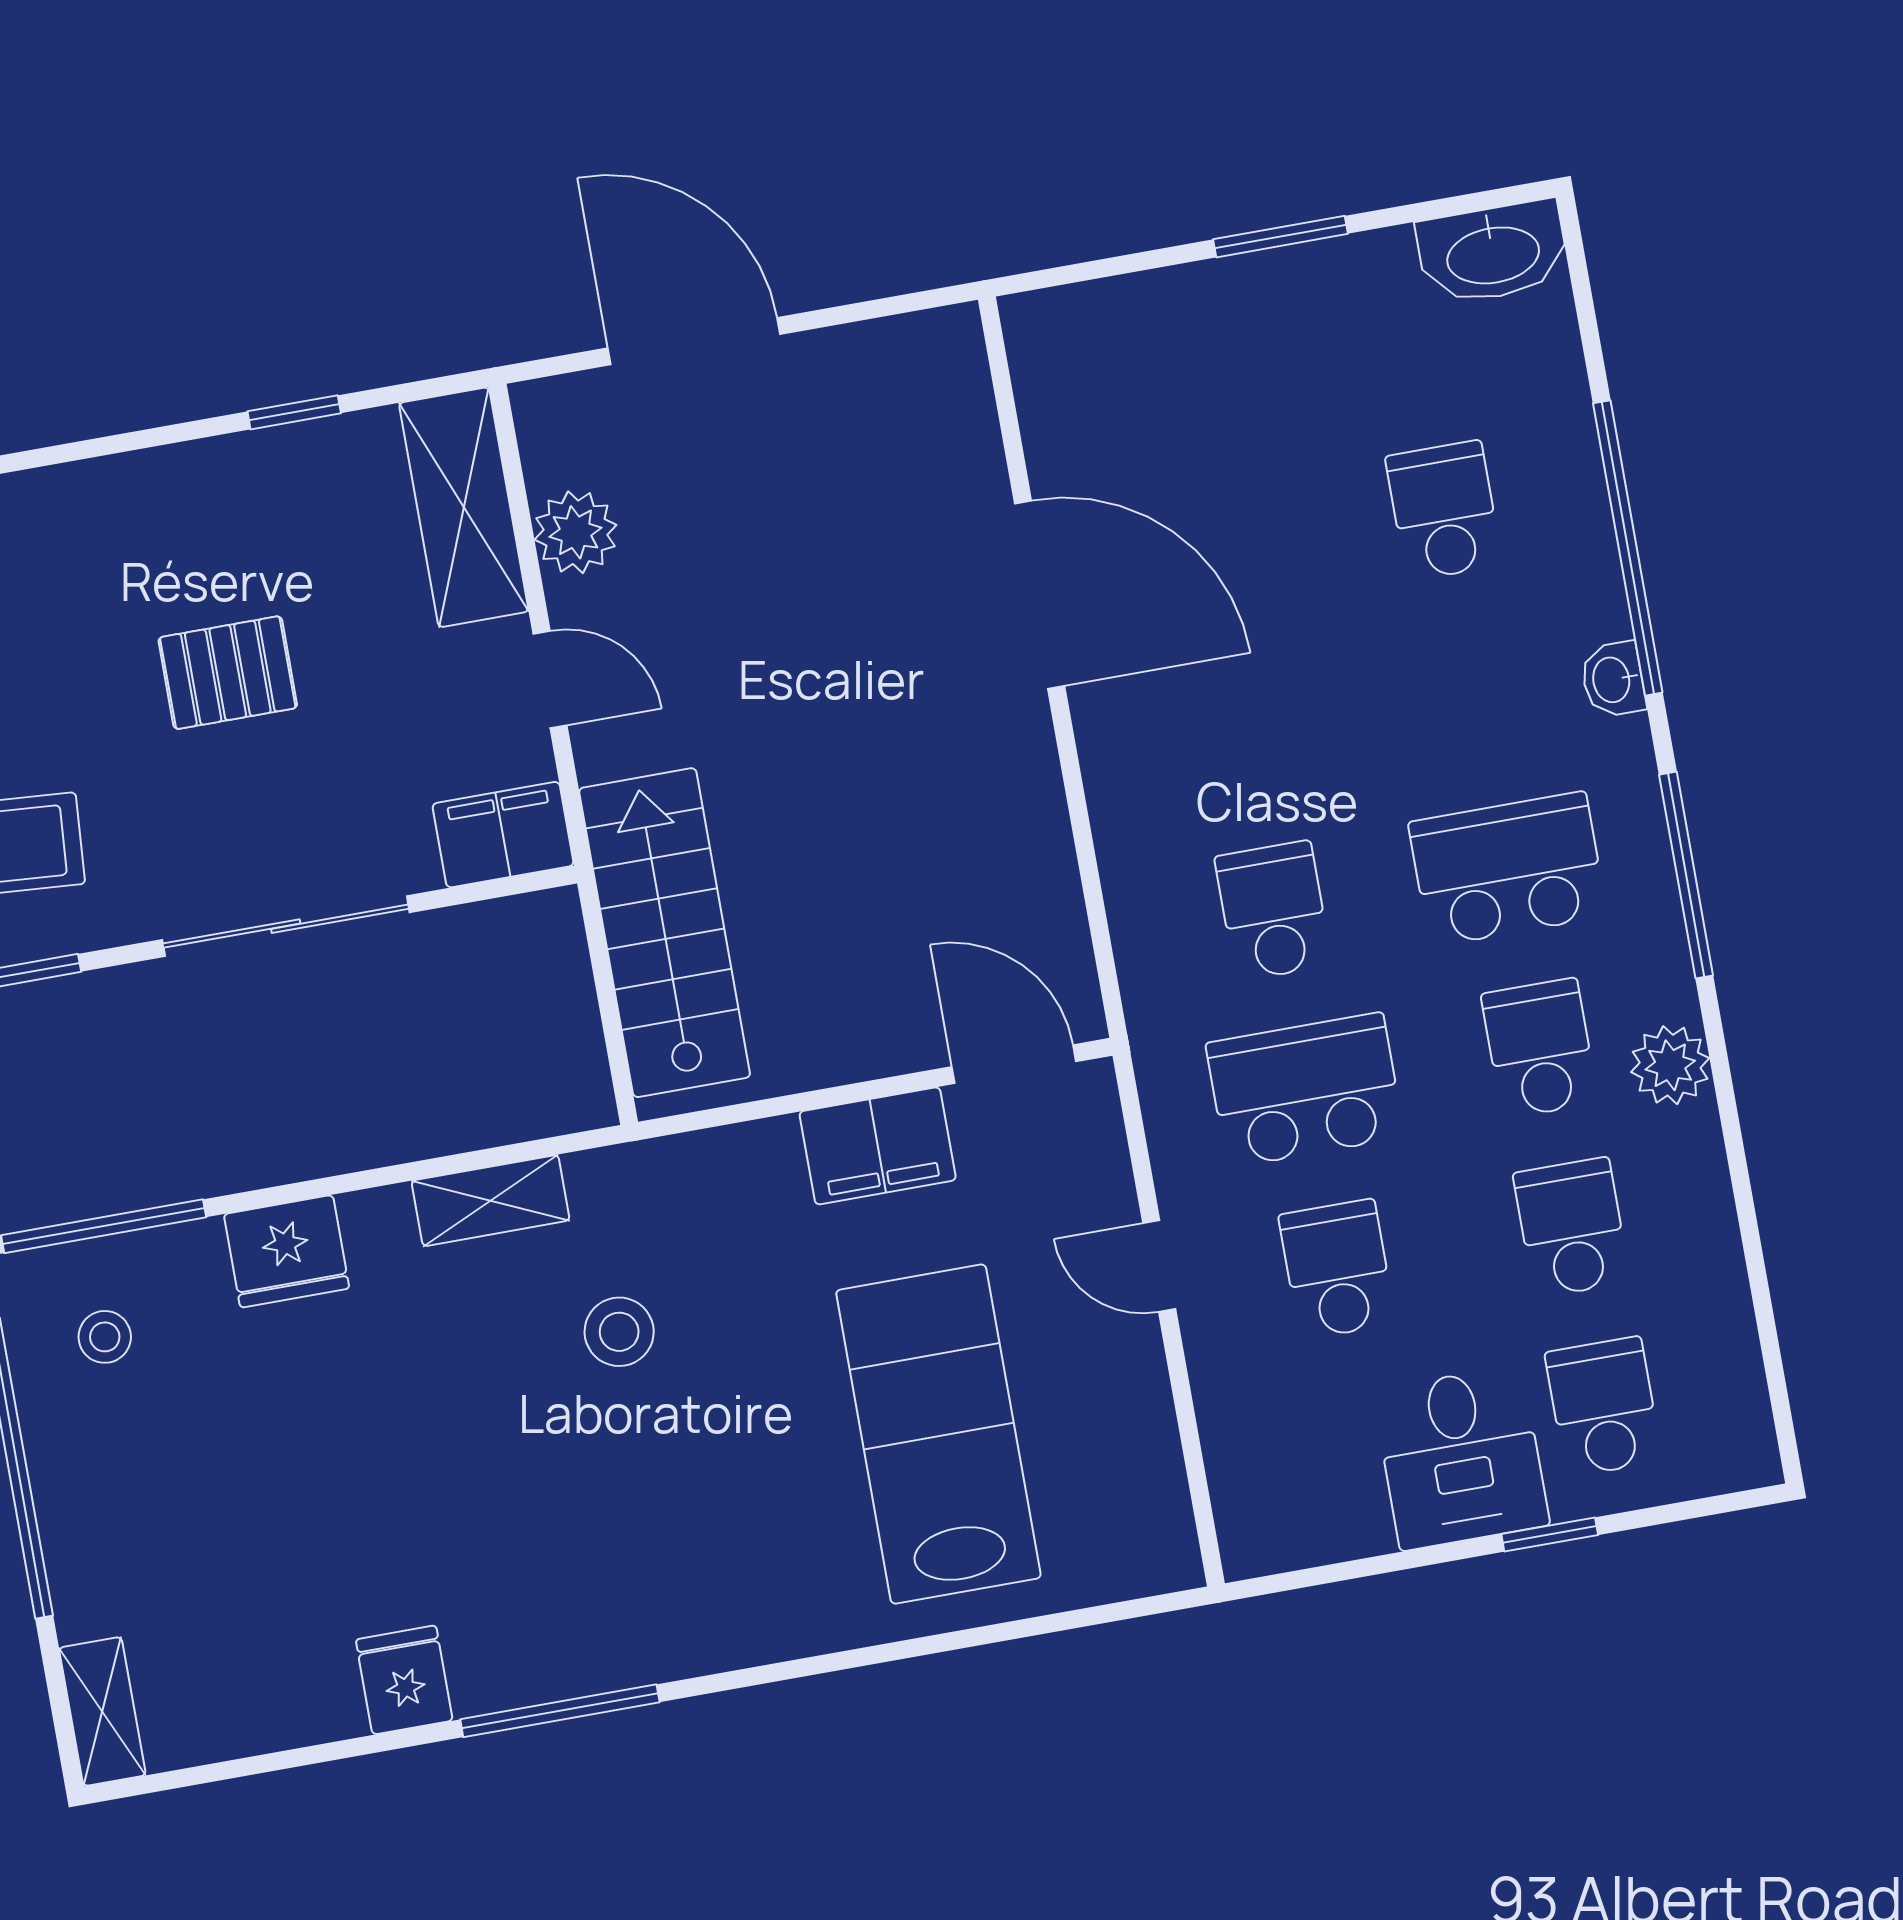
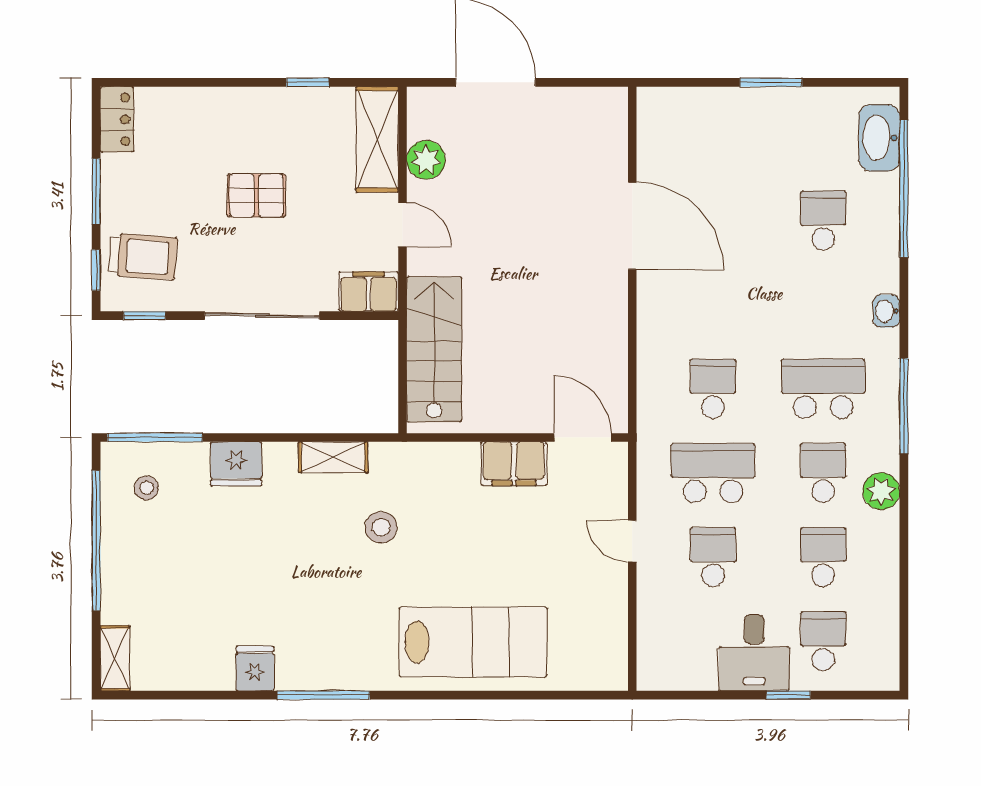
washbasin: (1493, 253) -> (879, 138), moved, turned 90
window: (1628, 548) -> (904, 189), moved
lab bench: (938, 1434) -> (473, 642), moved, turned 90

